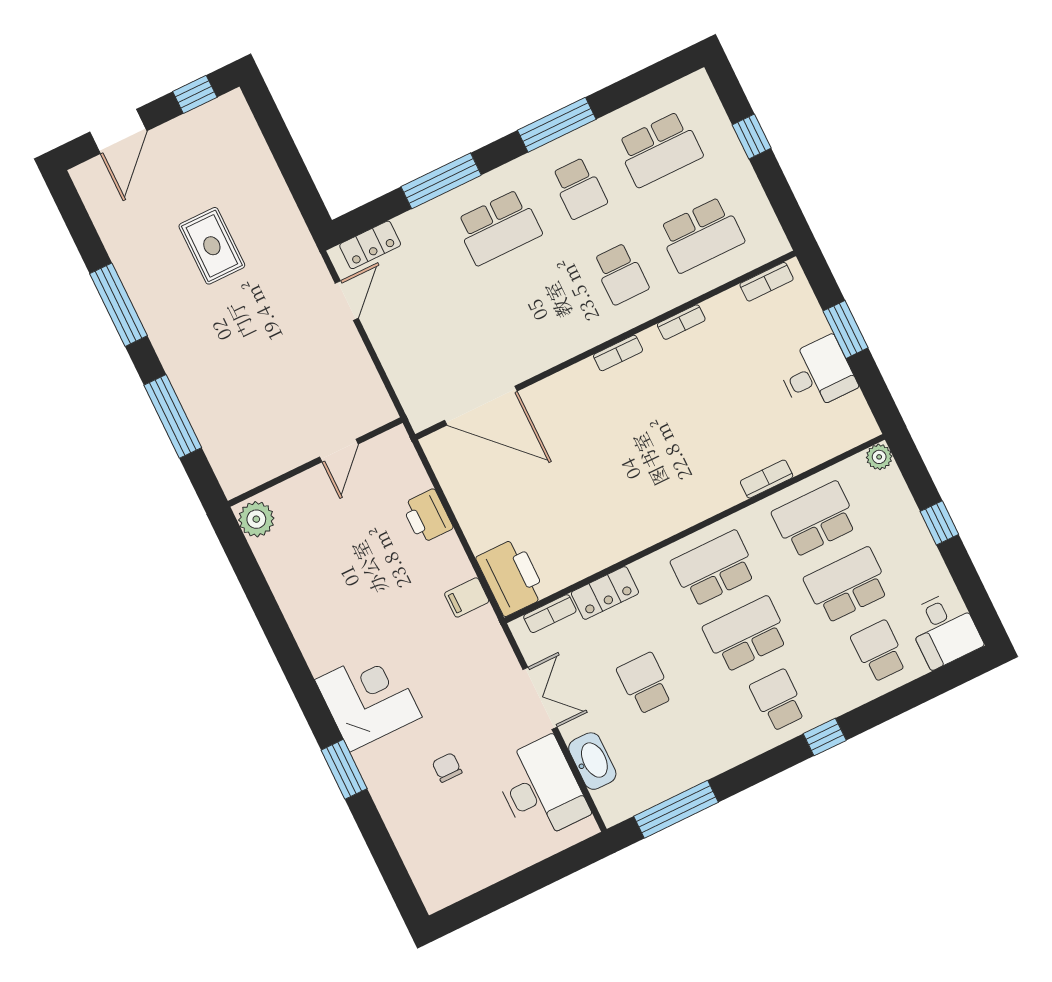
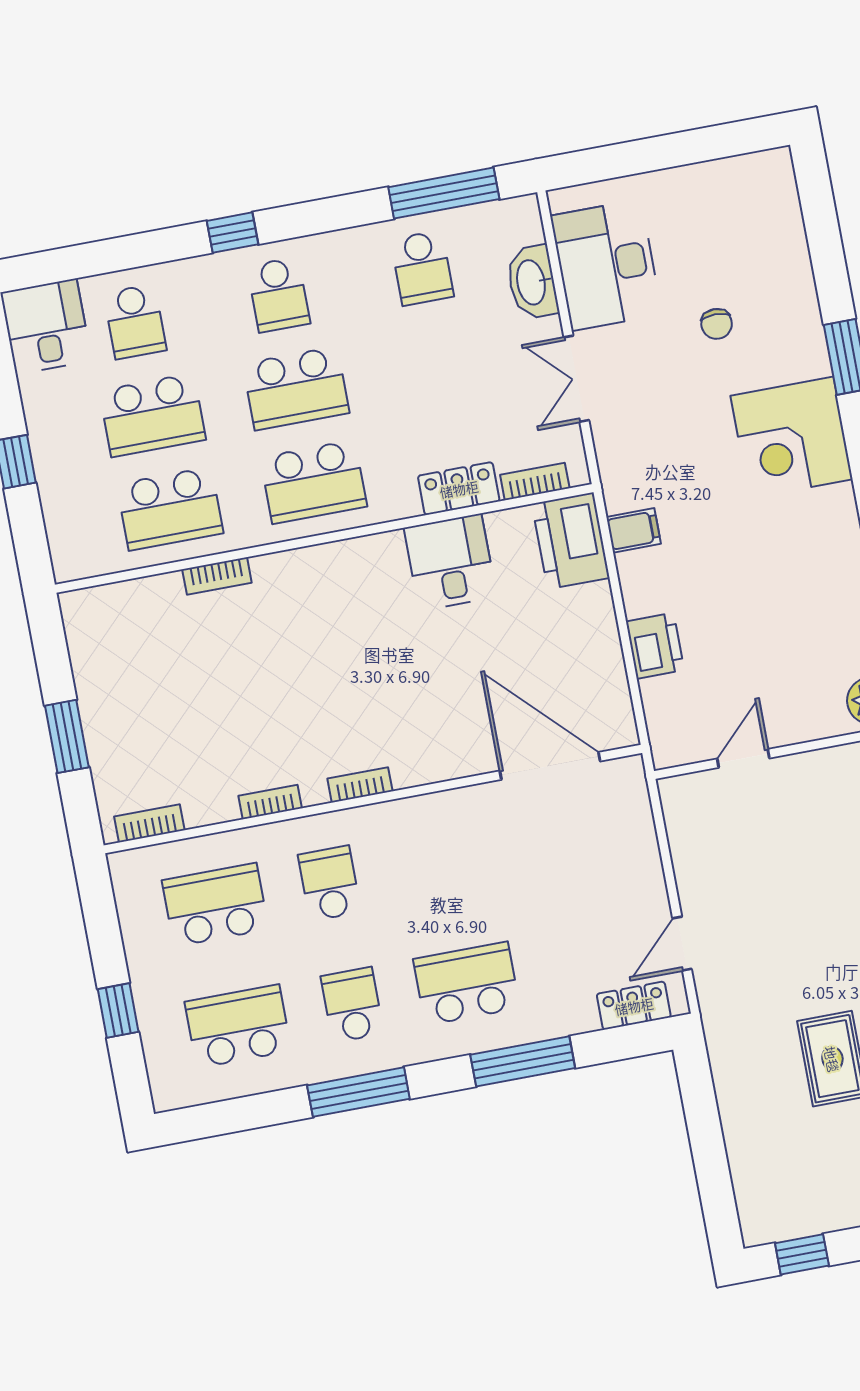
desk: (817, 374) -> (450, 562), moved, turned 90
plant: (879, 457) -> (68, 565), removed
school desk: (645, 683) -> (422, 268), moved

